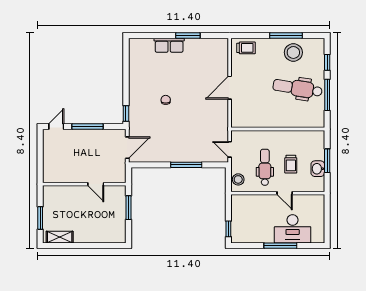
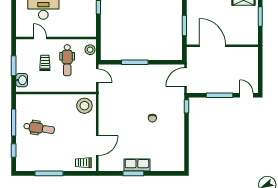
row of seats: (169, 45) -> (137, 165), moved
stool: (293, 52) -> (84, 106), moved
door: (230, 88) -> (97, 146), moved
dental chair: (298, 88) -> (39, 128), width x0.73, depth x0.72
door: (56, 126) -> (246, 95), swing flipped
washbasin: (318, 169) -> (22, 80), moved
door: (96, 184) -> (213, 46), width x1.87
door: (285, 193) -> (40, 38), moved

